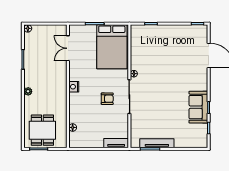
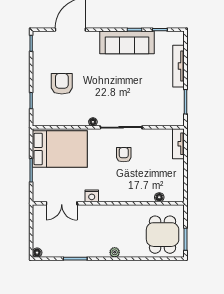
armchair: (165, 48) -> (62, 84), added
nightstand: (74, 87) -> (92, 196), moved
sofa: (198, 107) -> (127, 42), width x1.36
dining table: (42, 130) -> (163, 235), turned 90
tv unit: (157, 143) -> (179, 66), moved

